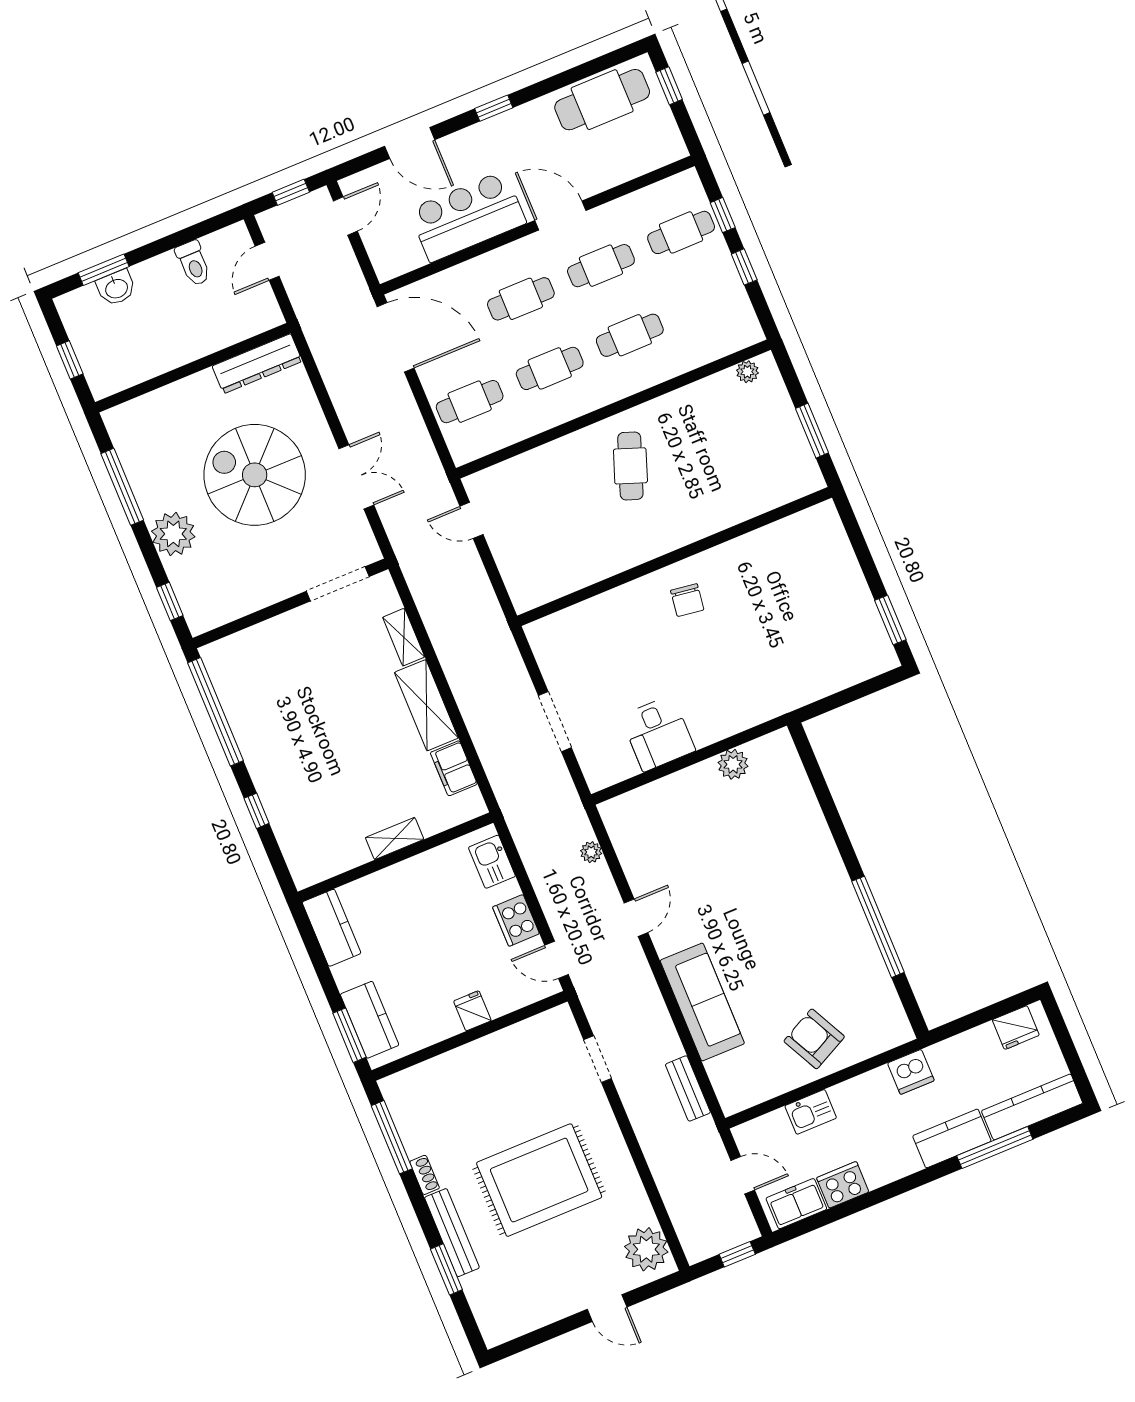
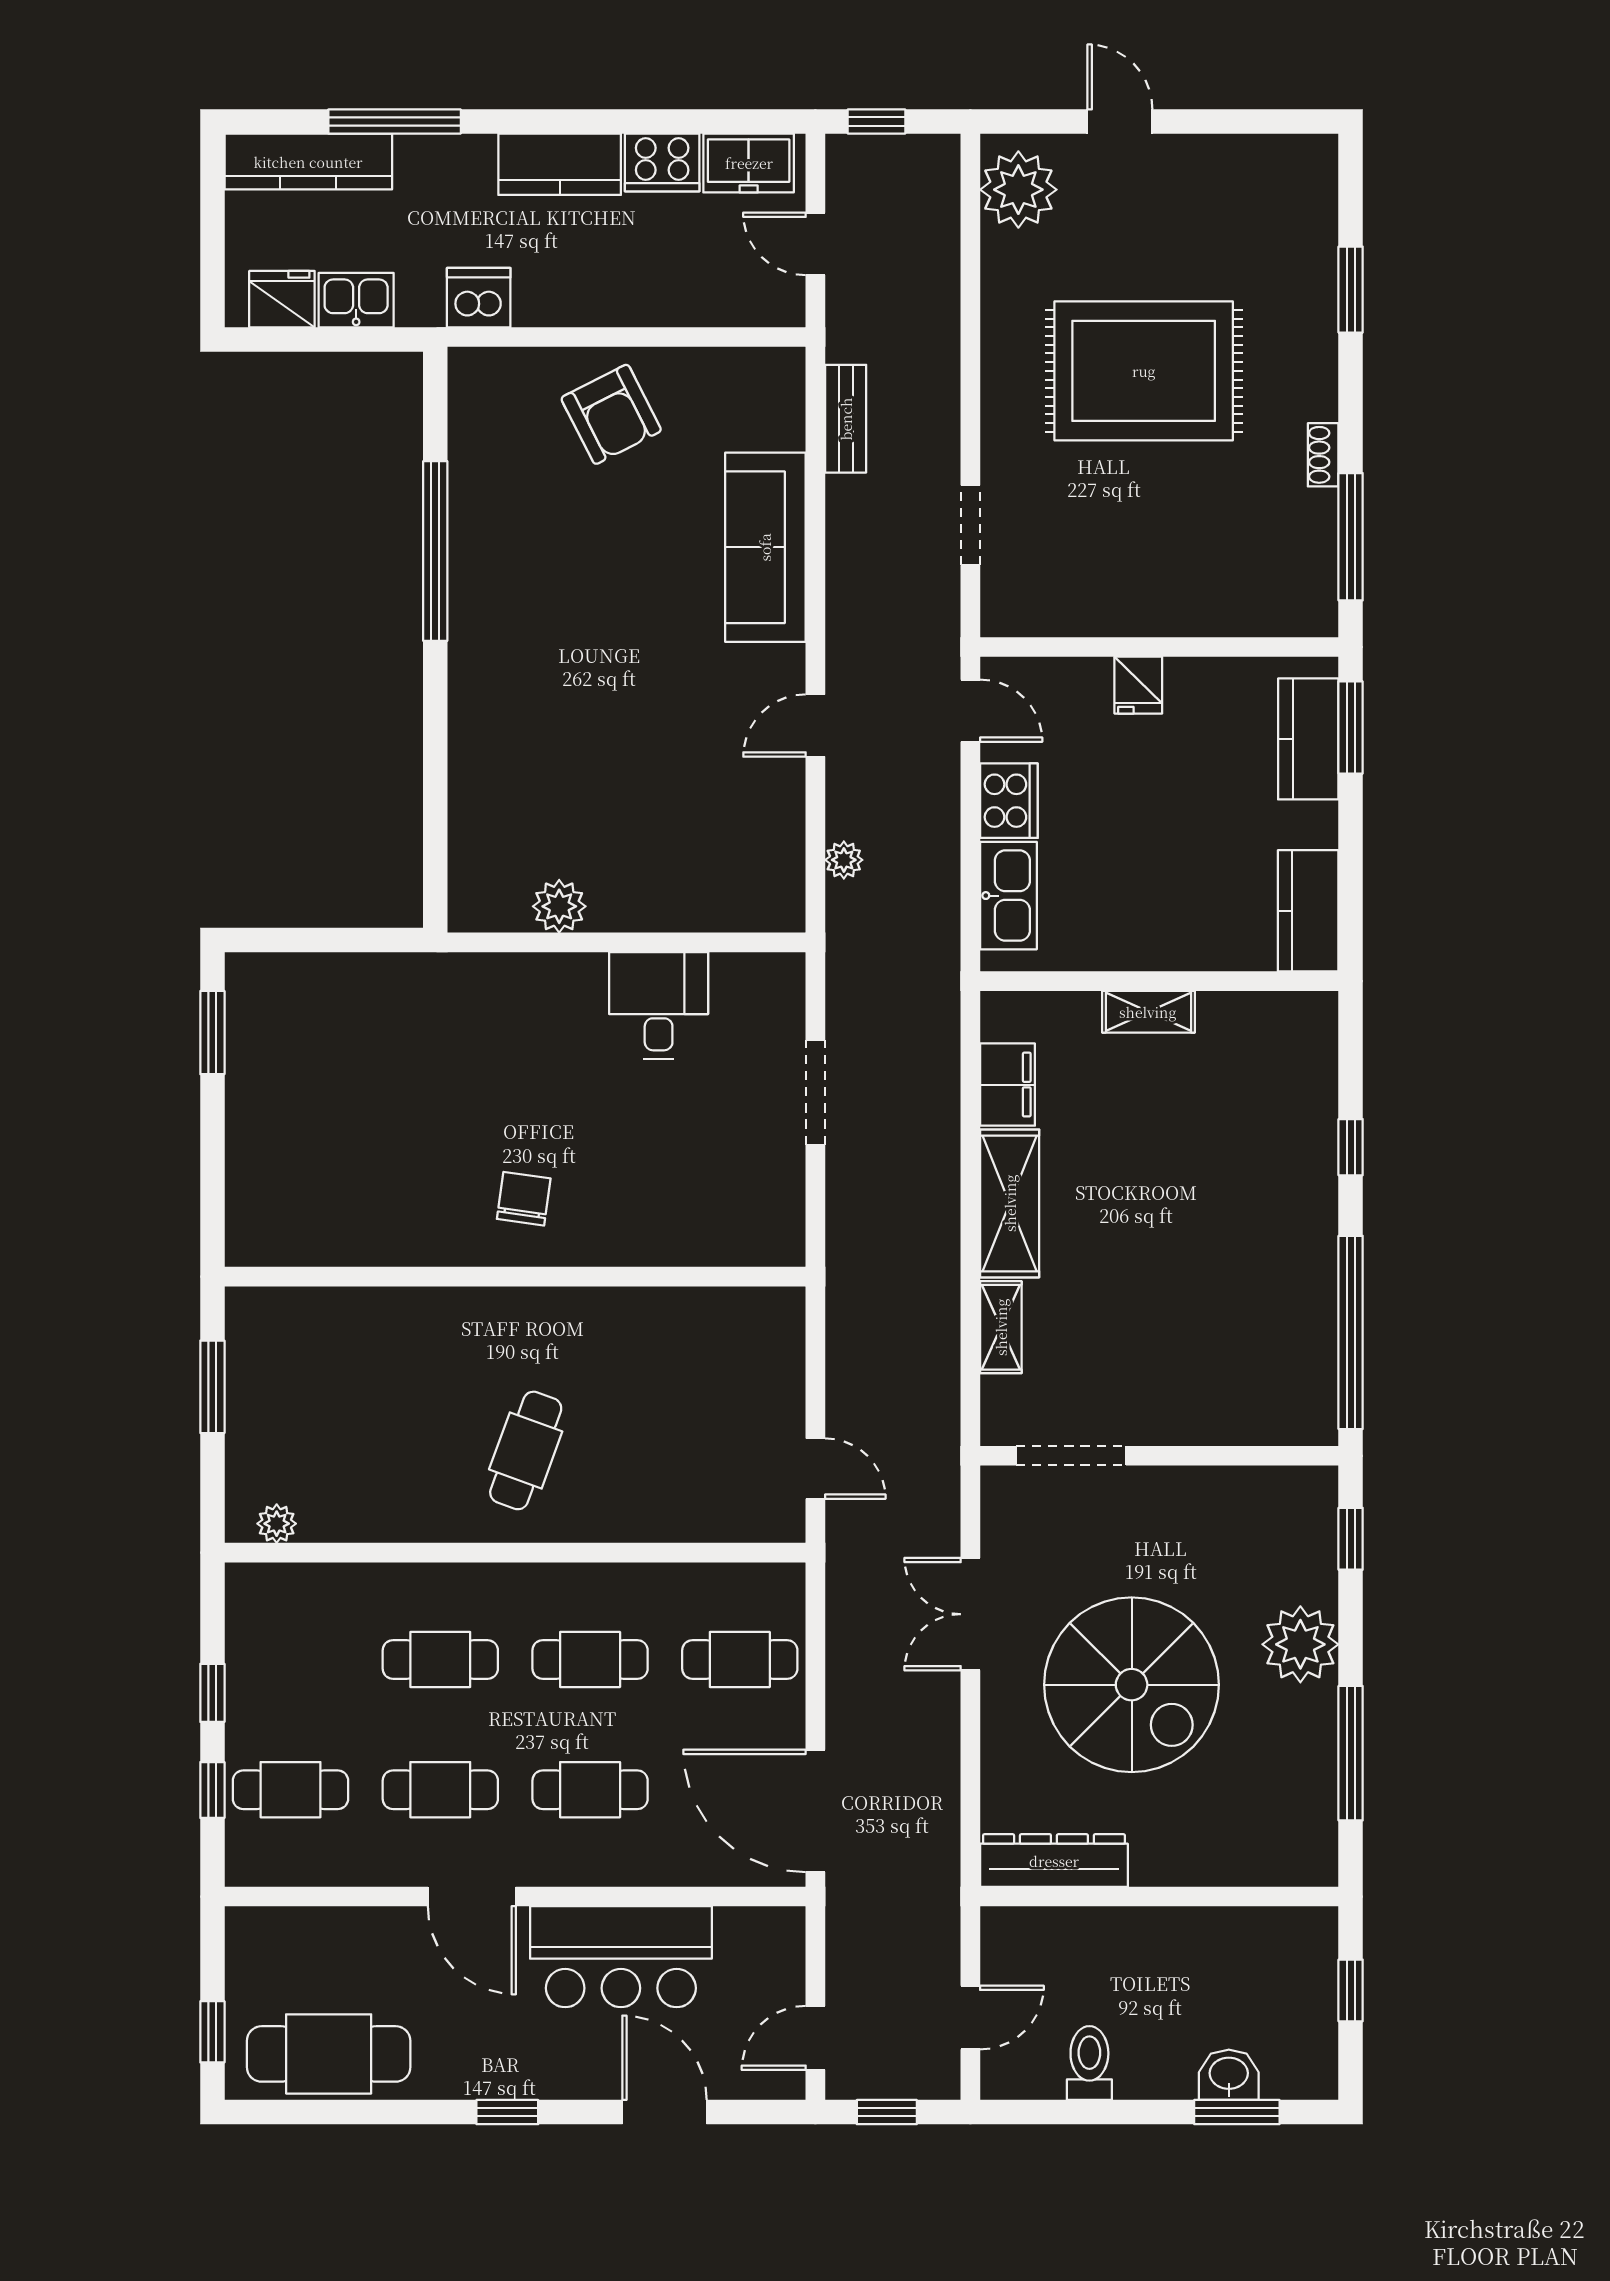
kitchen sink: (492, 862) -> (1008, 896), width x1.38
kitchen sink: (811, 1112) -> (356, 300), moved
kitchen counter: (952, 1138) -> (560, 164), moved
bench: (452, 1233) -> (1318, 345), removed

